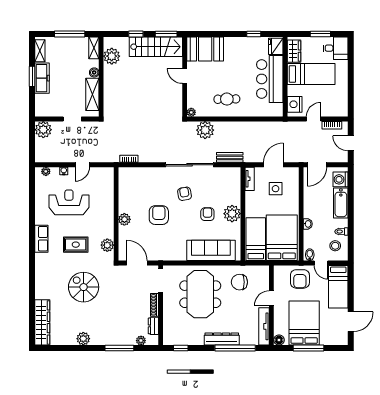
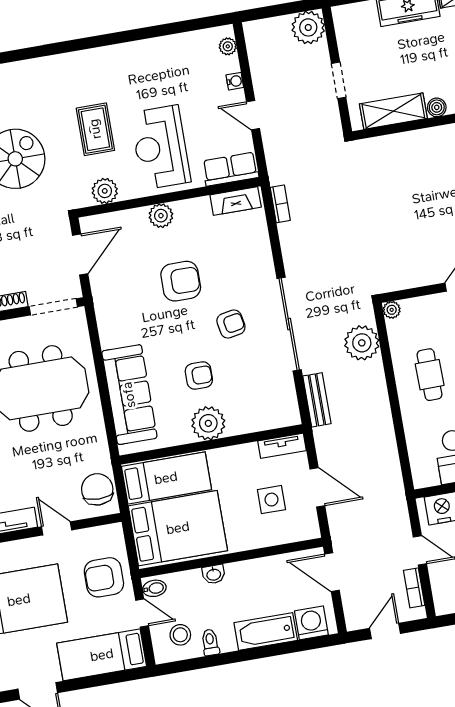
fireplace: (124, 181) -> (236, 201), added
reception desk: (69, 202) -> (160, 147), moved, turned 180
row of seats: (41, 239) -> (230, 169), moved, turned 180
door: (321, 263) -> (142, 613), swing flipped
chair: (239, 282) -> (97, 489), moved

